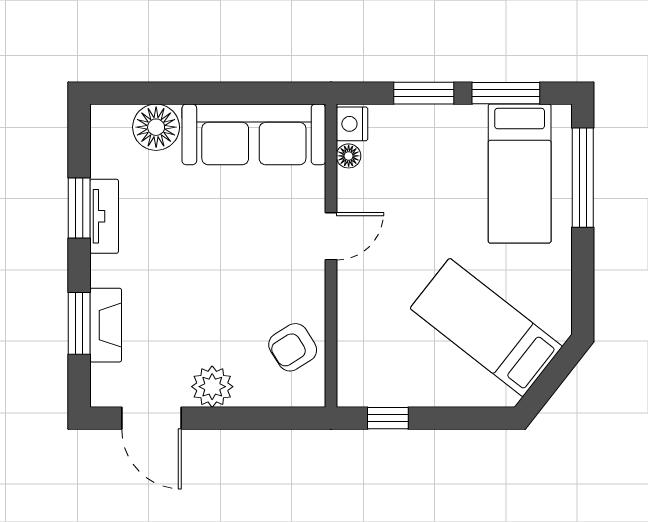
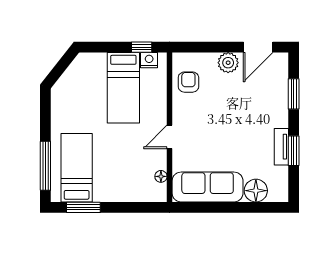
window: (424, 93) -> (124, 207), removed
nightstand: (352, 124) -> (149, 60), moved, turned -90
fireplace: (106, 325) -> (281, 93), removed
bed: (486, 327) -> (123, 88), moved, turned 52
armchair: (293, 347) -> (188, 82), turned -58
door: (151, 418) -> (258, 47), swing flipped

